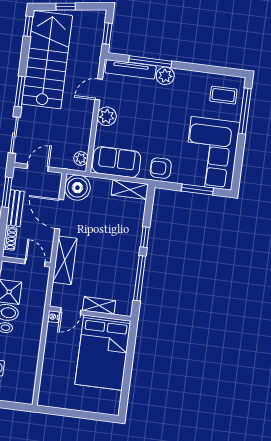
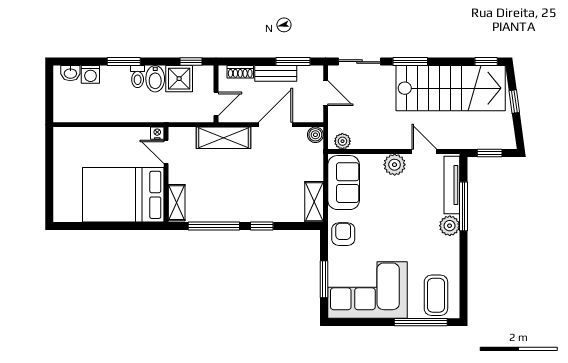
coffee table: (223, 95) -> (436, 295), width x1.36, depth x1.30
boiler: (77, 188) -> (315, 135), width x0.54, depth x0.54
shelving: (99, 306) -> (177, 203), moved

